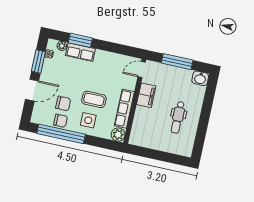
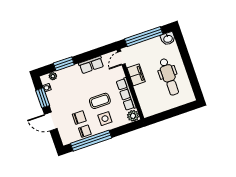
row of seats: (80, 52) -> (91, 65), moved
window: (177, 62) -> (144, 37), width x1.46
door: (32, 90) -> (51, 121), swing flipped
dental chair: (178, 117) -> (169, 77), width x1.36, depth x1.38

